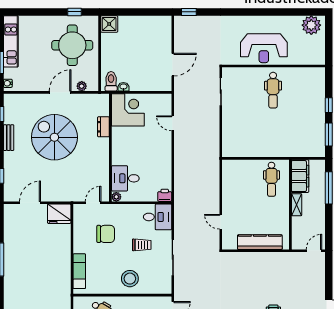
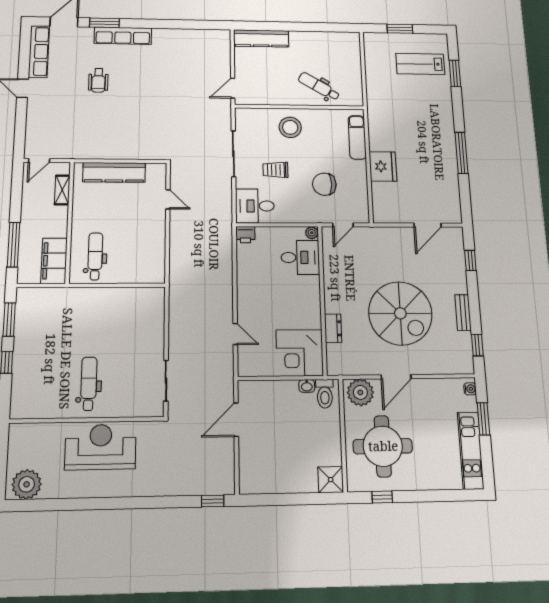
plant: (82, 86) -> (360, 392), width x1.87, depth x1.87
shelving: (297, 205) -> (62, 190), moved
fridge: (59, 214) -> (383, 166), moved, turned 90

